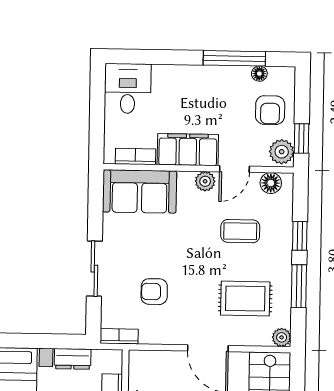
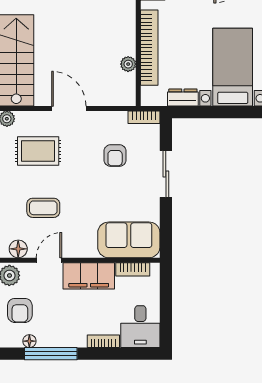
bookcase: (172, 72) -> (103, 341), added
armchair: (270, 110) -> (20, 310), turned 180
plant: (205, 181) -> (74, 249), removed
armchair: (154, 292) -> (115, 156), turned 90

